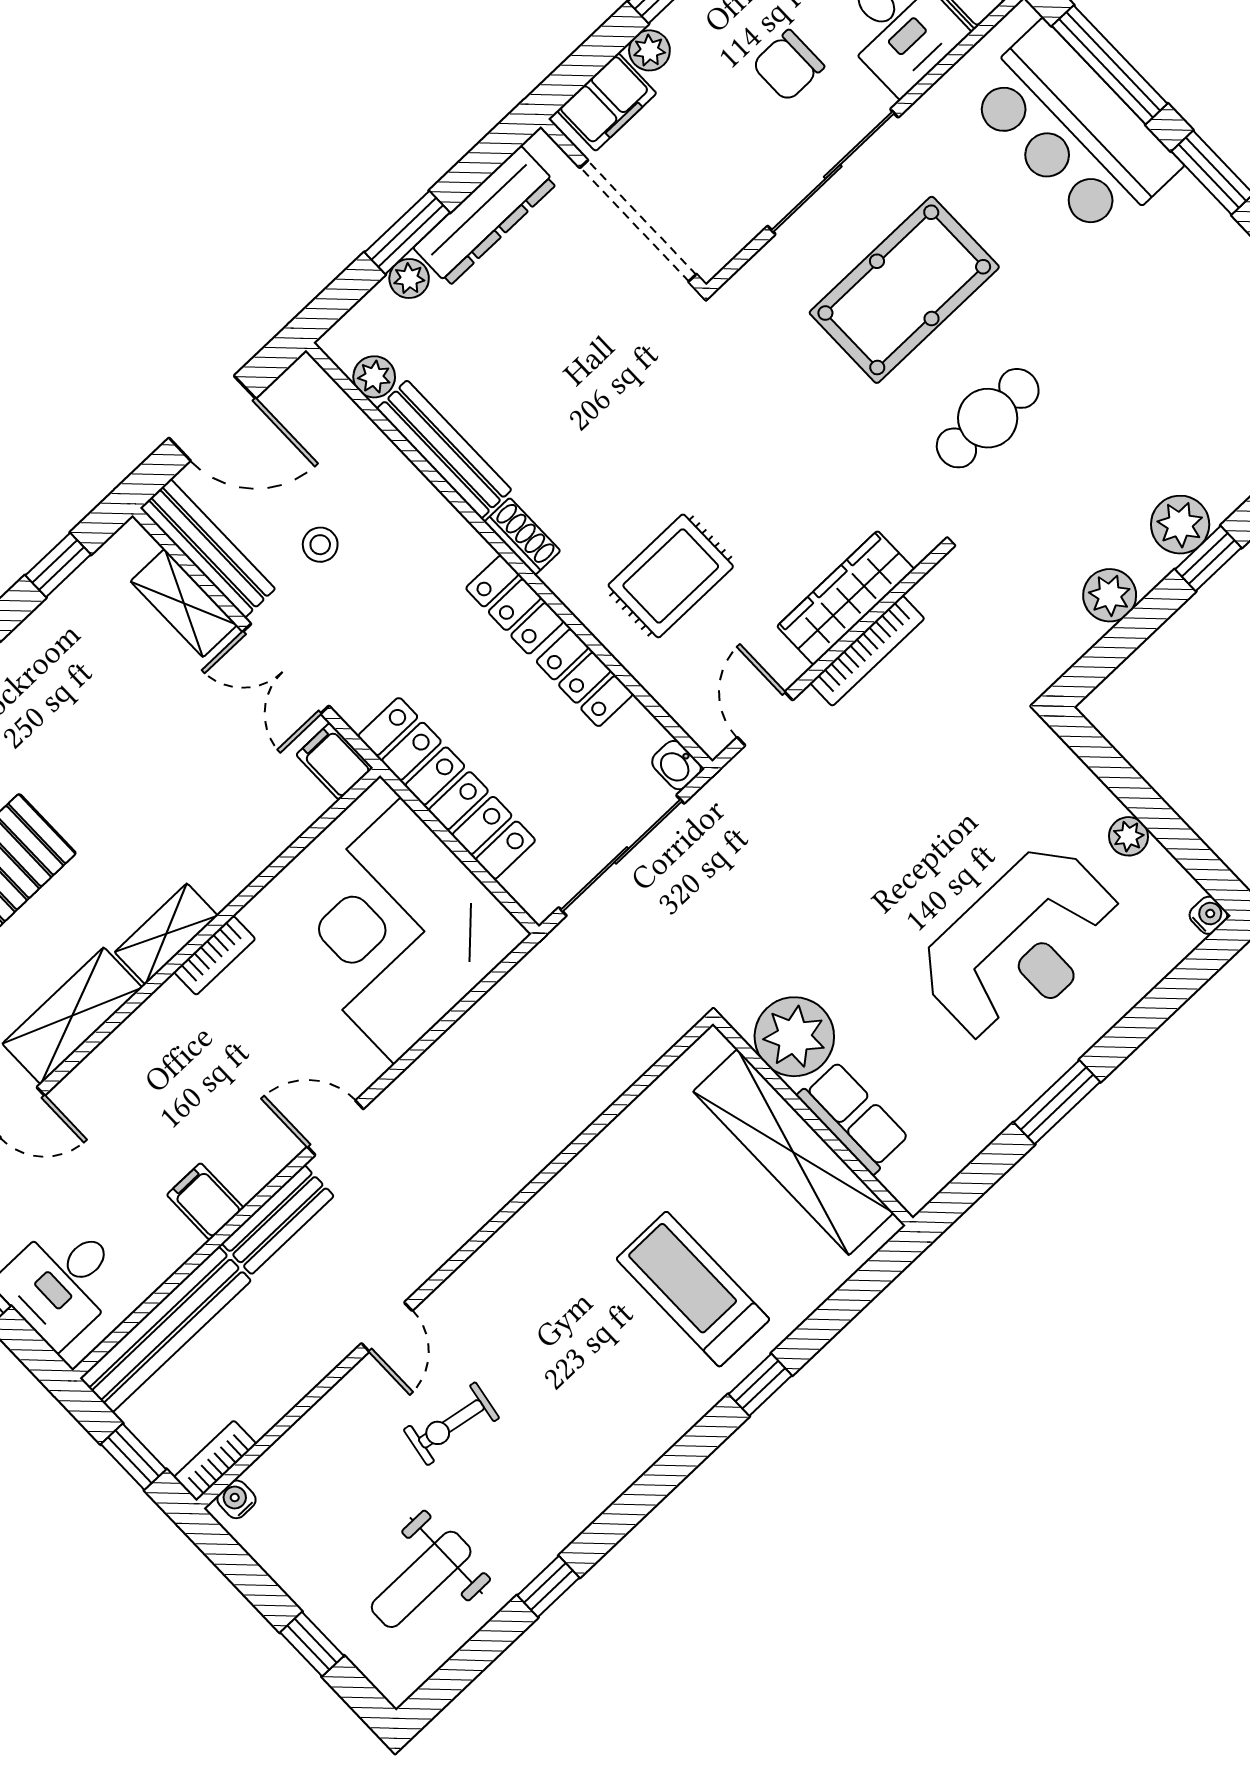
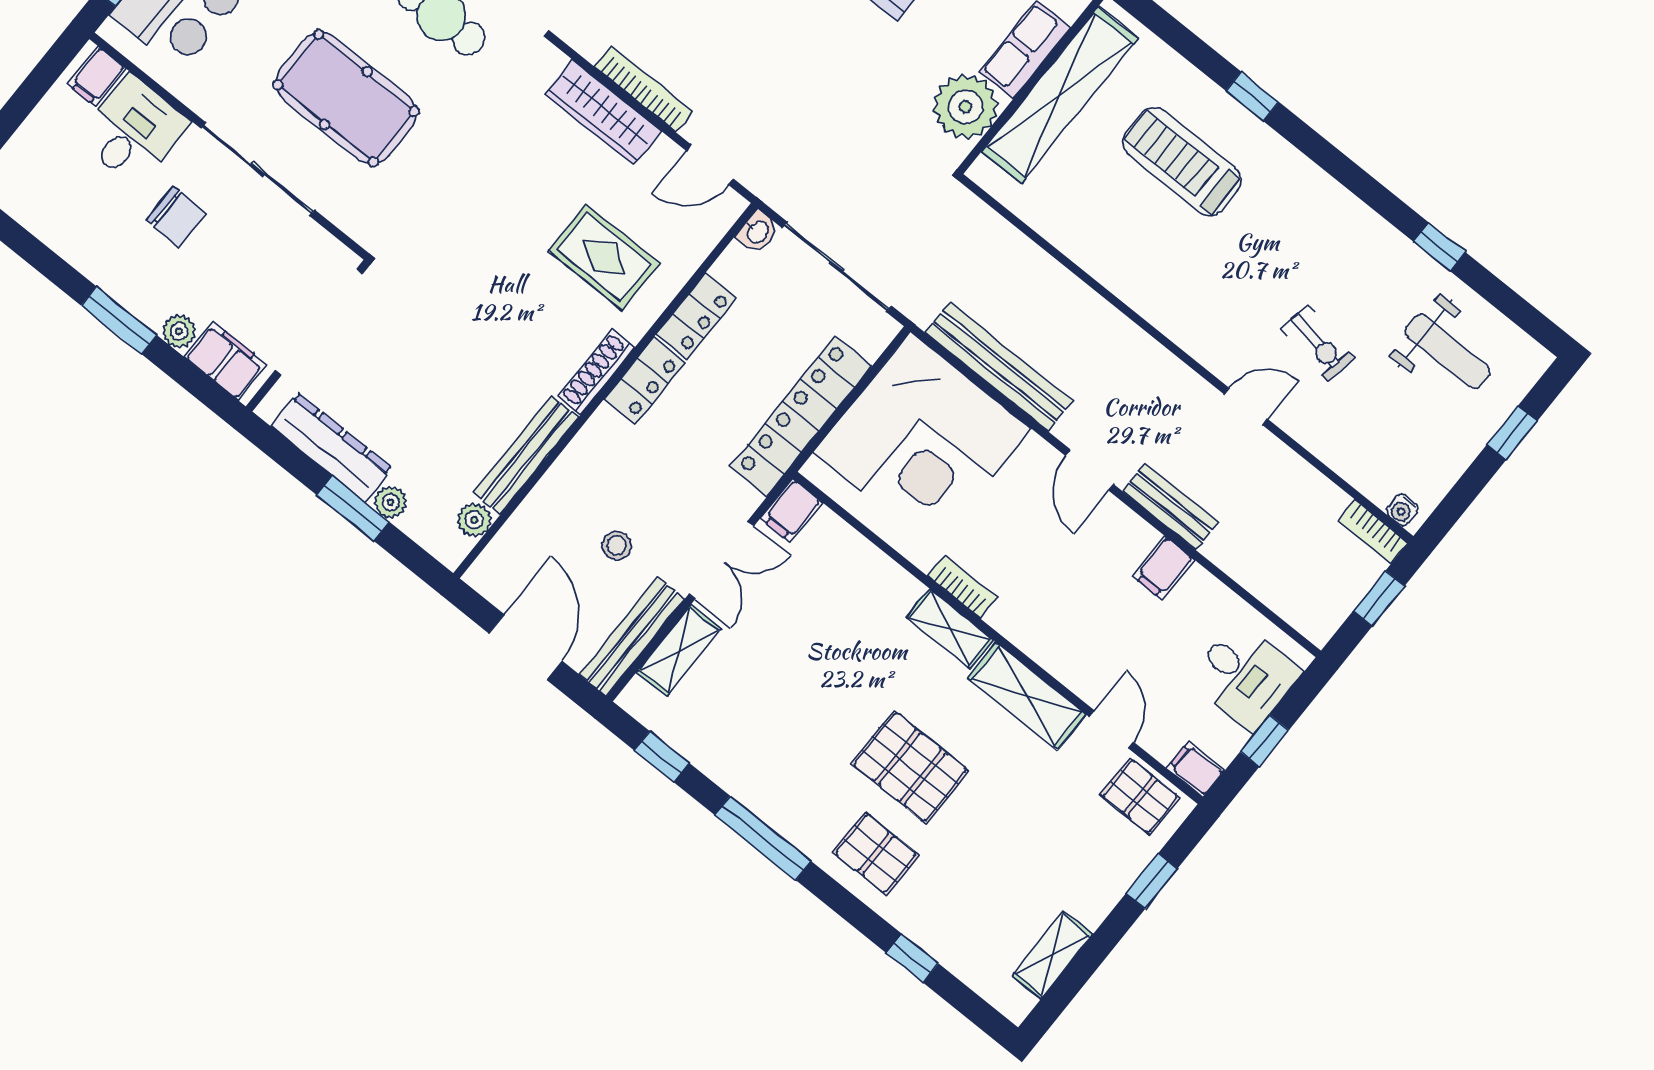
shoe rack: (522, 536) -> (596, 372), width x1.43
treadmill: (693, 1289) -> (1182, 162), turned 90
bench: (165, 1329) -> (999, 367), moved

